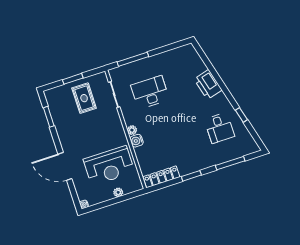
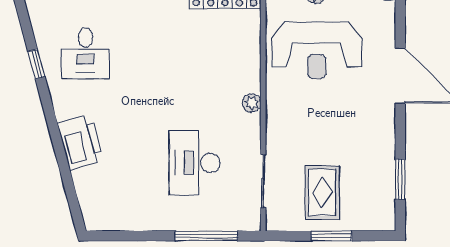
desk: (150, 92) -> (195, 163), turned 90
desk: (219, 128) -> (86, 53), turned 180
water cooler: (137, 141) -> (249, 80), removed
reception desk: (109, 166) -> (317, 50), turned 180

